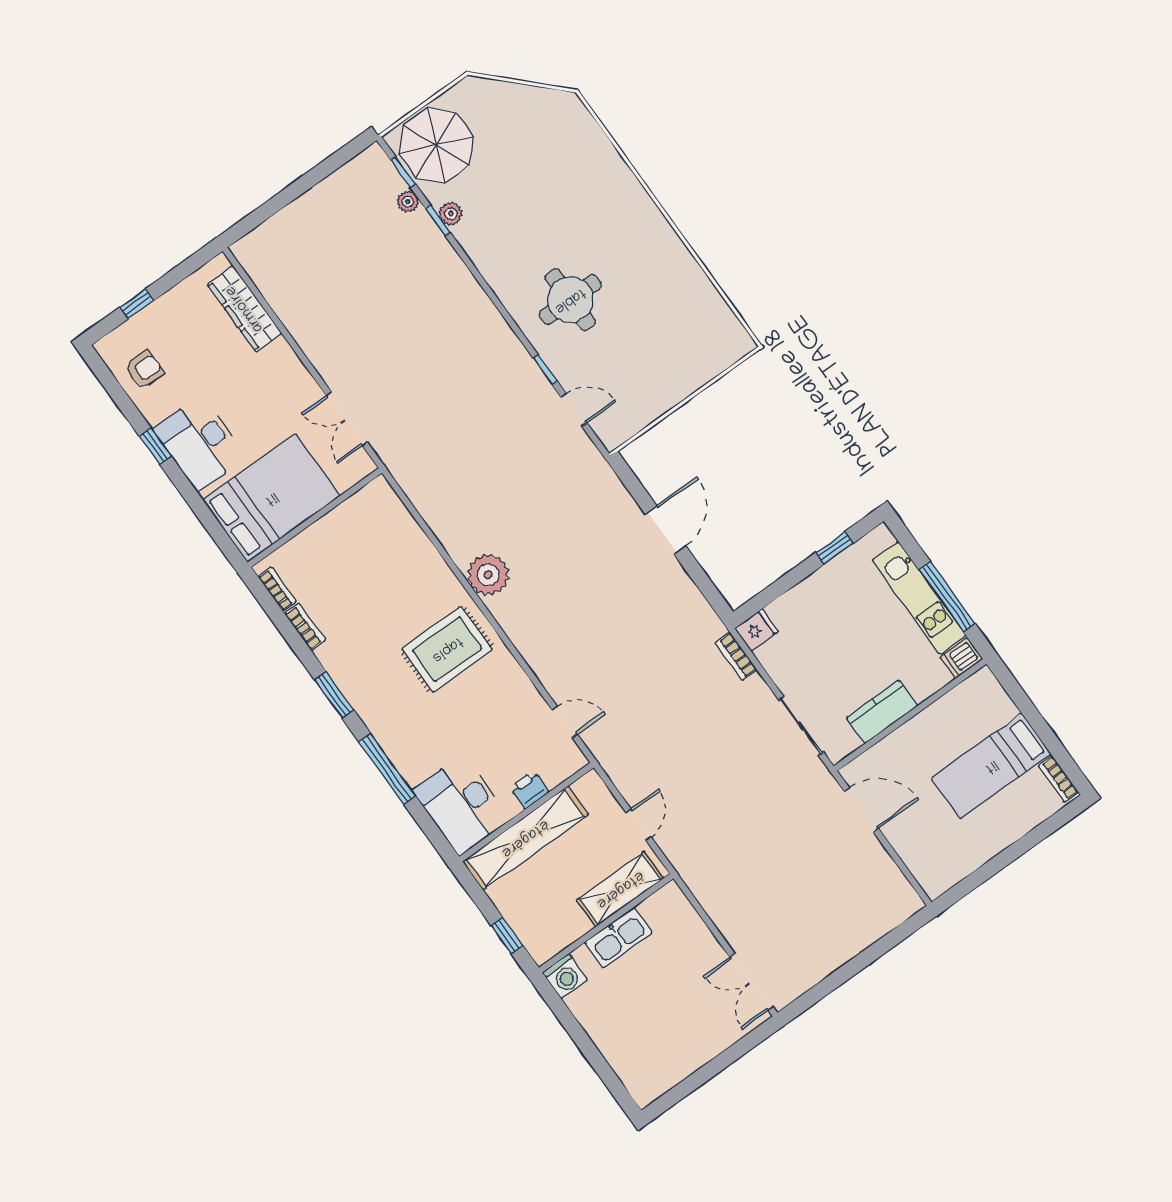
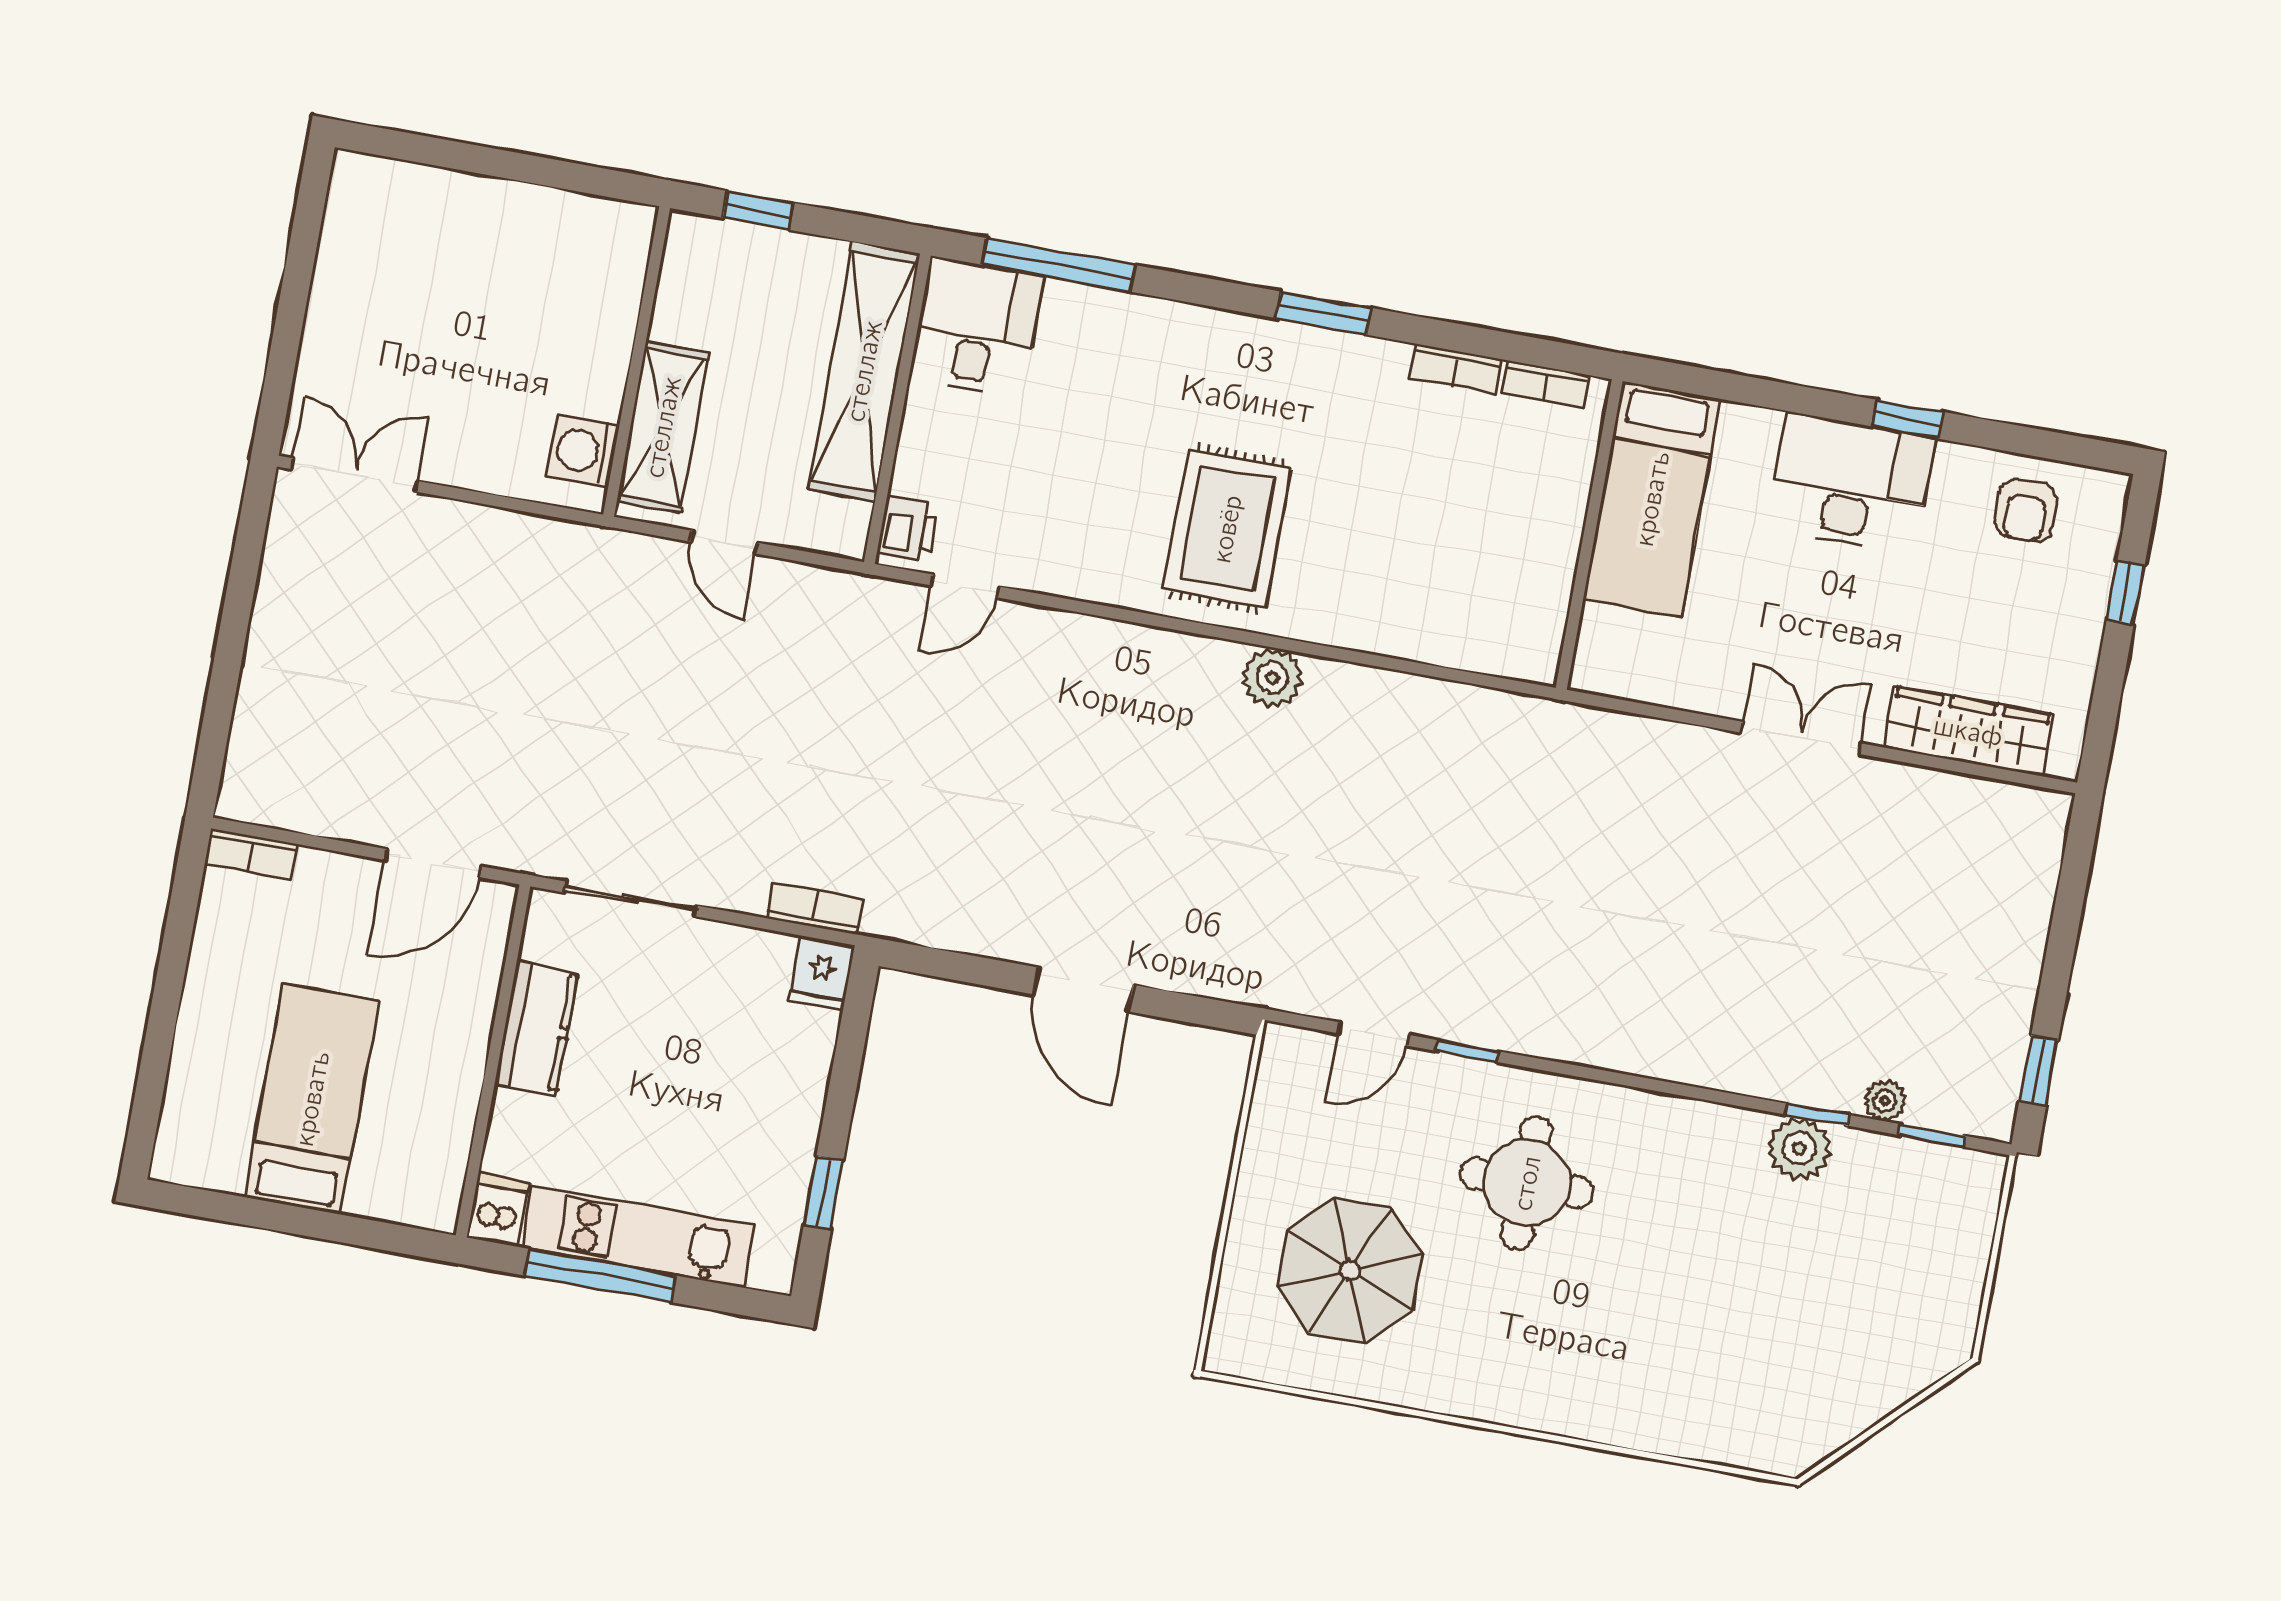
parasol: (436, 145) -> (1350, 1270), moved
window: (340, 158) -> (2039, 1071), added
plant: (451, 214) -> (1799, 1148), width x1.38, depth x1.38
double door: (347, 419) -> (1801, 738), moved
bed: (271, 498) -> (1652, 499), width x0.67
plant: (488, 575) -> (1272, 678), width x0.73, depth x0.73
window: (387, 769) -> (1059, 265), moved
bookcase: (1058, 779) -> (251, 853), moved, turned 180
printer: (529, 790) -> (908, 529), moved
desk: (461, 805) -> (977, 327), width x0.73
kitchen sink: (618, 937) -> (600, 358), removed
washing machine: (565, 976) -> (583, 451), moved

